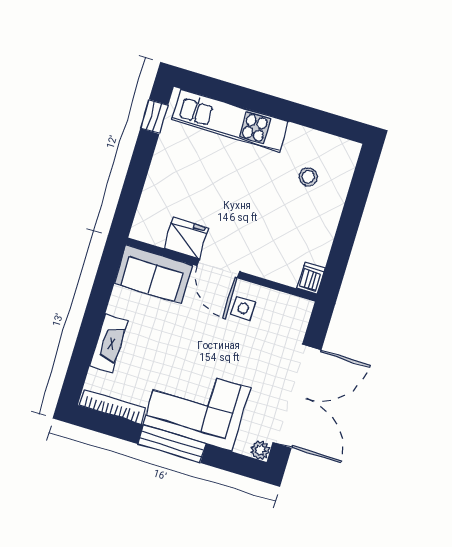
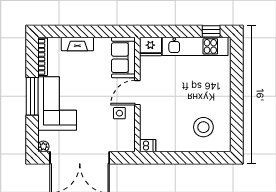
kitchen unit: (230, 120) -> (195, 46), moved, turned -90
stool: (308, 177) -> (203, 127), width x1.89, depth x1.89
fridge: (186, 238) -> (150, 47), moved, turned 90

